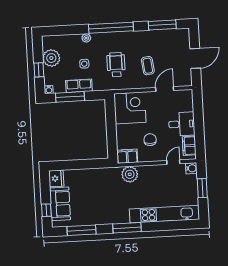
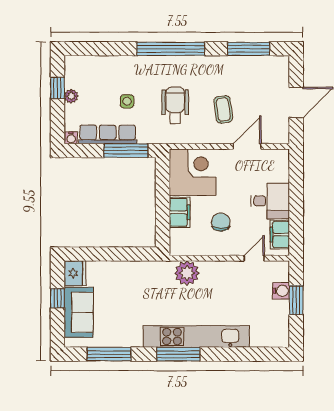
plant: (86, 38) -> (132, 62), removed
plant: (51, 58) -> (71, 96), width x0.53, depth x0.53
window: (39, 70) -> (57, 88), moved
row of seats: (79, 86) -> (108, 134), width x1.48
window: (70, 97) -> (126, 151), moved
filing cabinet: (127, 156) -> (180, 212), moved, turned 90
water cooler: (191, 168) -> (281, 291), moved
window: (46, 210) -> (57, 298), moved
kitchen unit: (164, 214) -> (196, 337), moved

